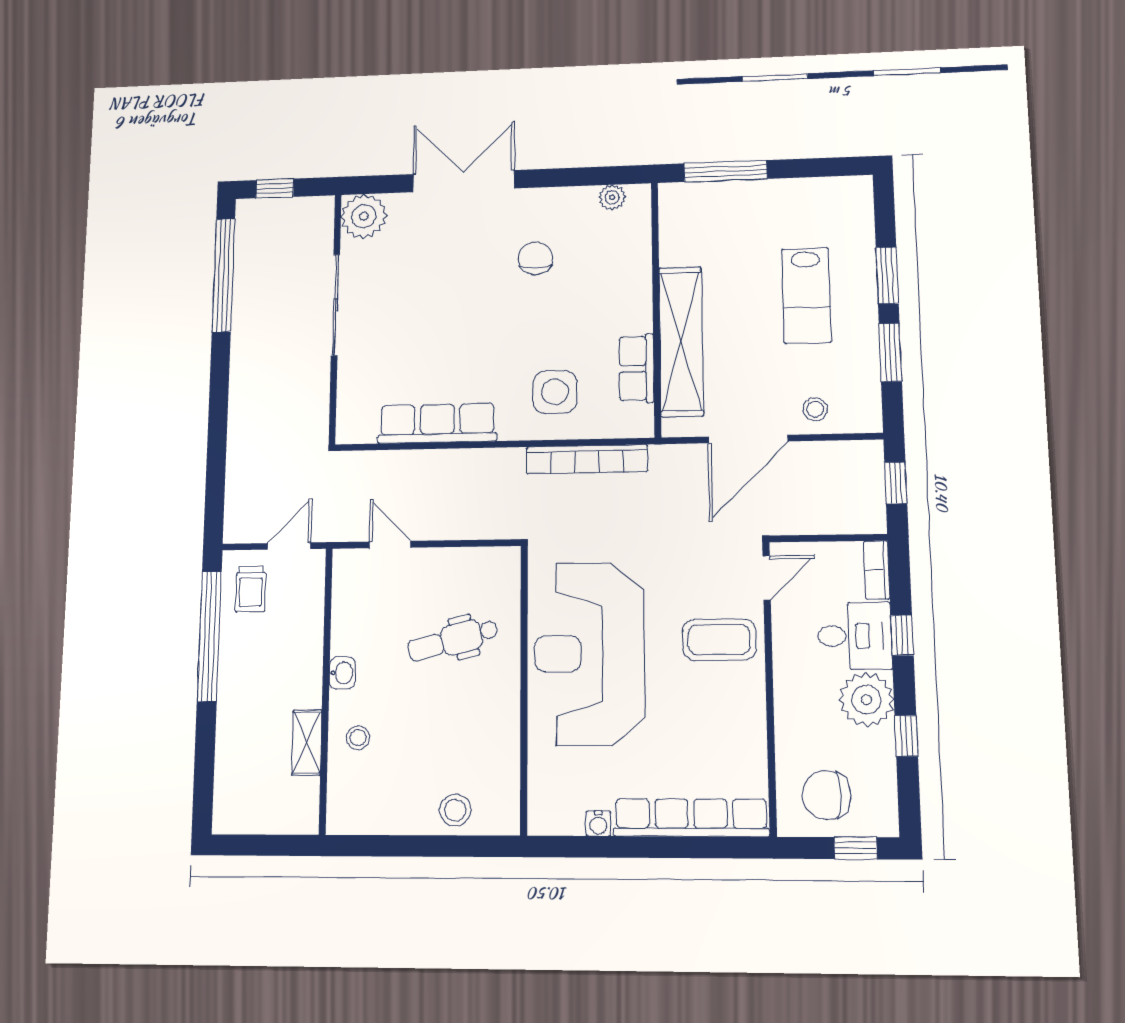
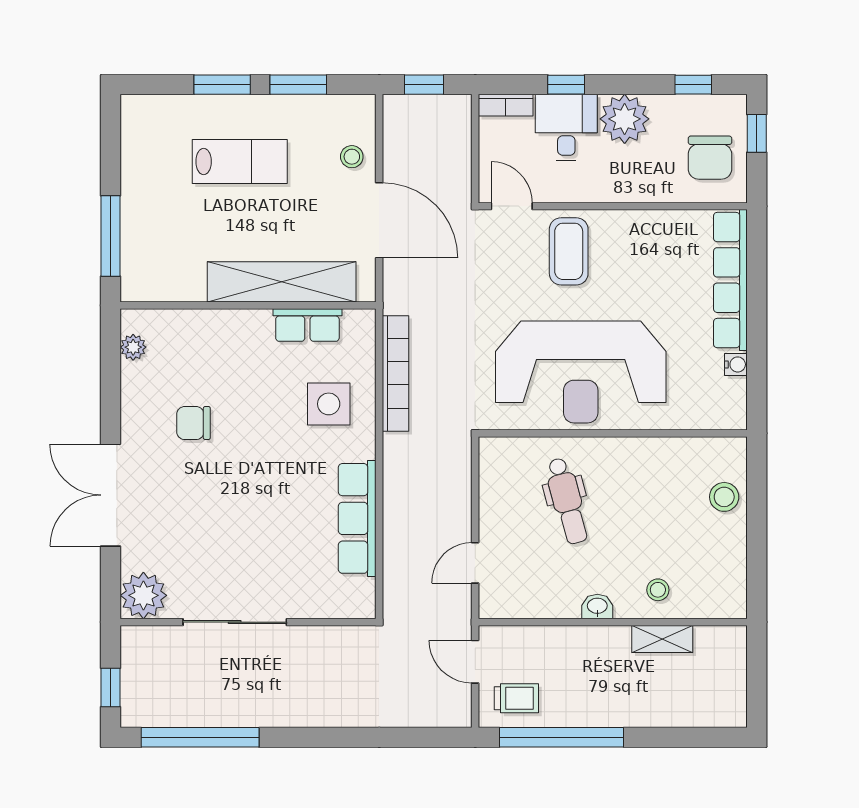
window: (906, 736) -> (693, 85), moved

